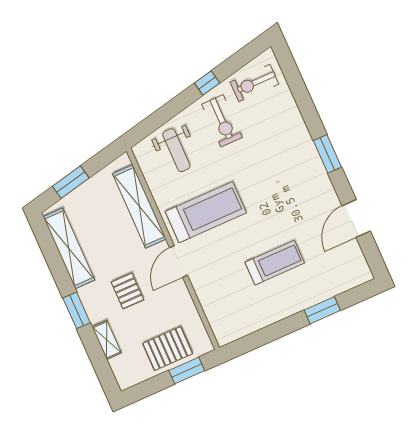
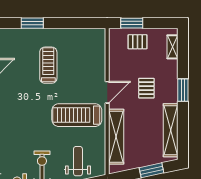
treadmill: (275, 263) -> (48, 65), turned 90
shelving: (107, 340) -> (173, 47), moved
pallet: (168, 349) -> (138, 42), width x0.67, depth x0.71

